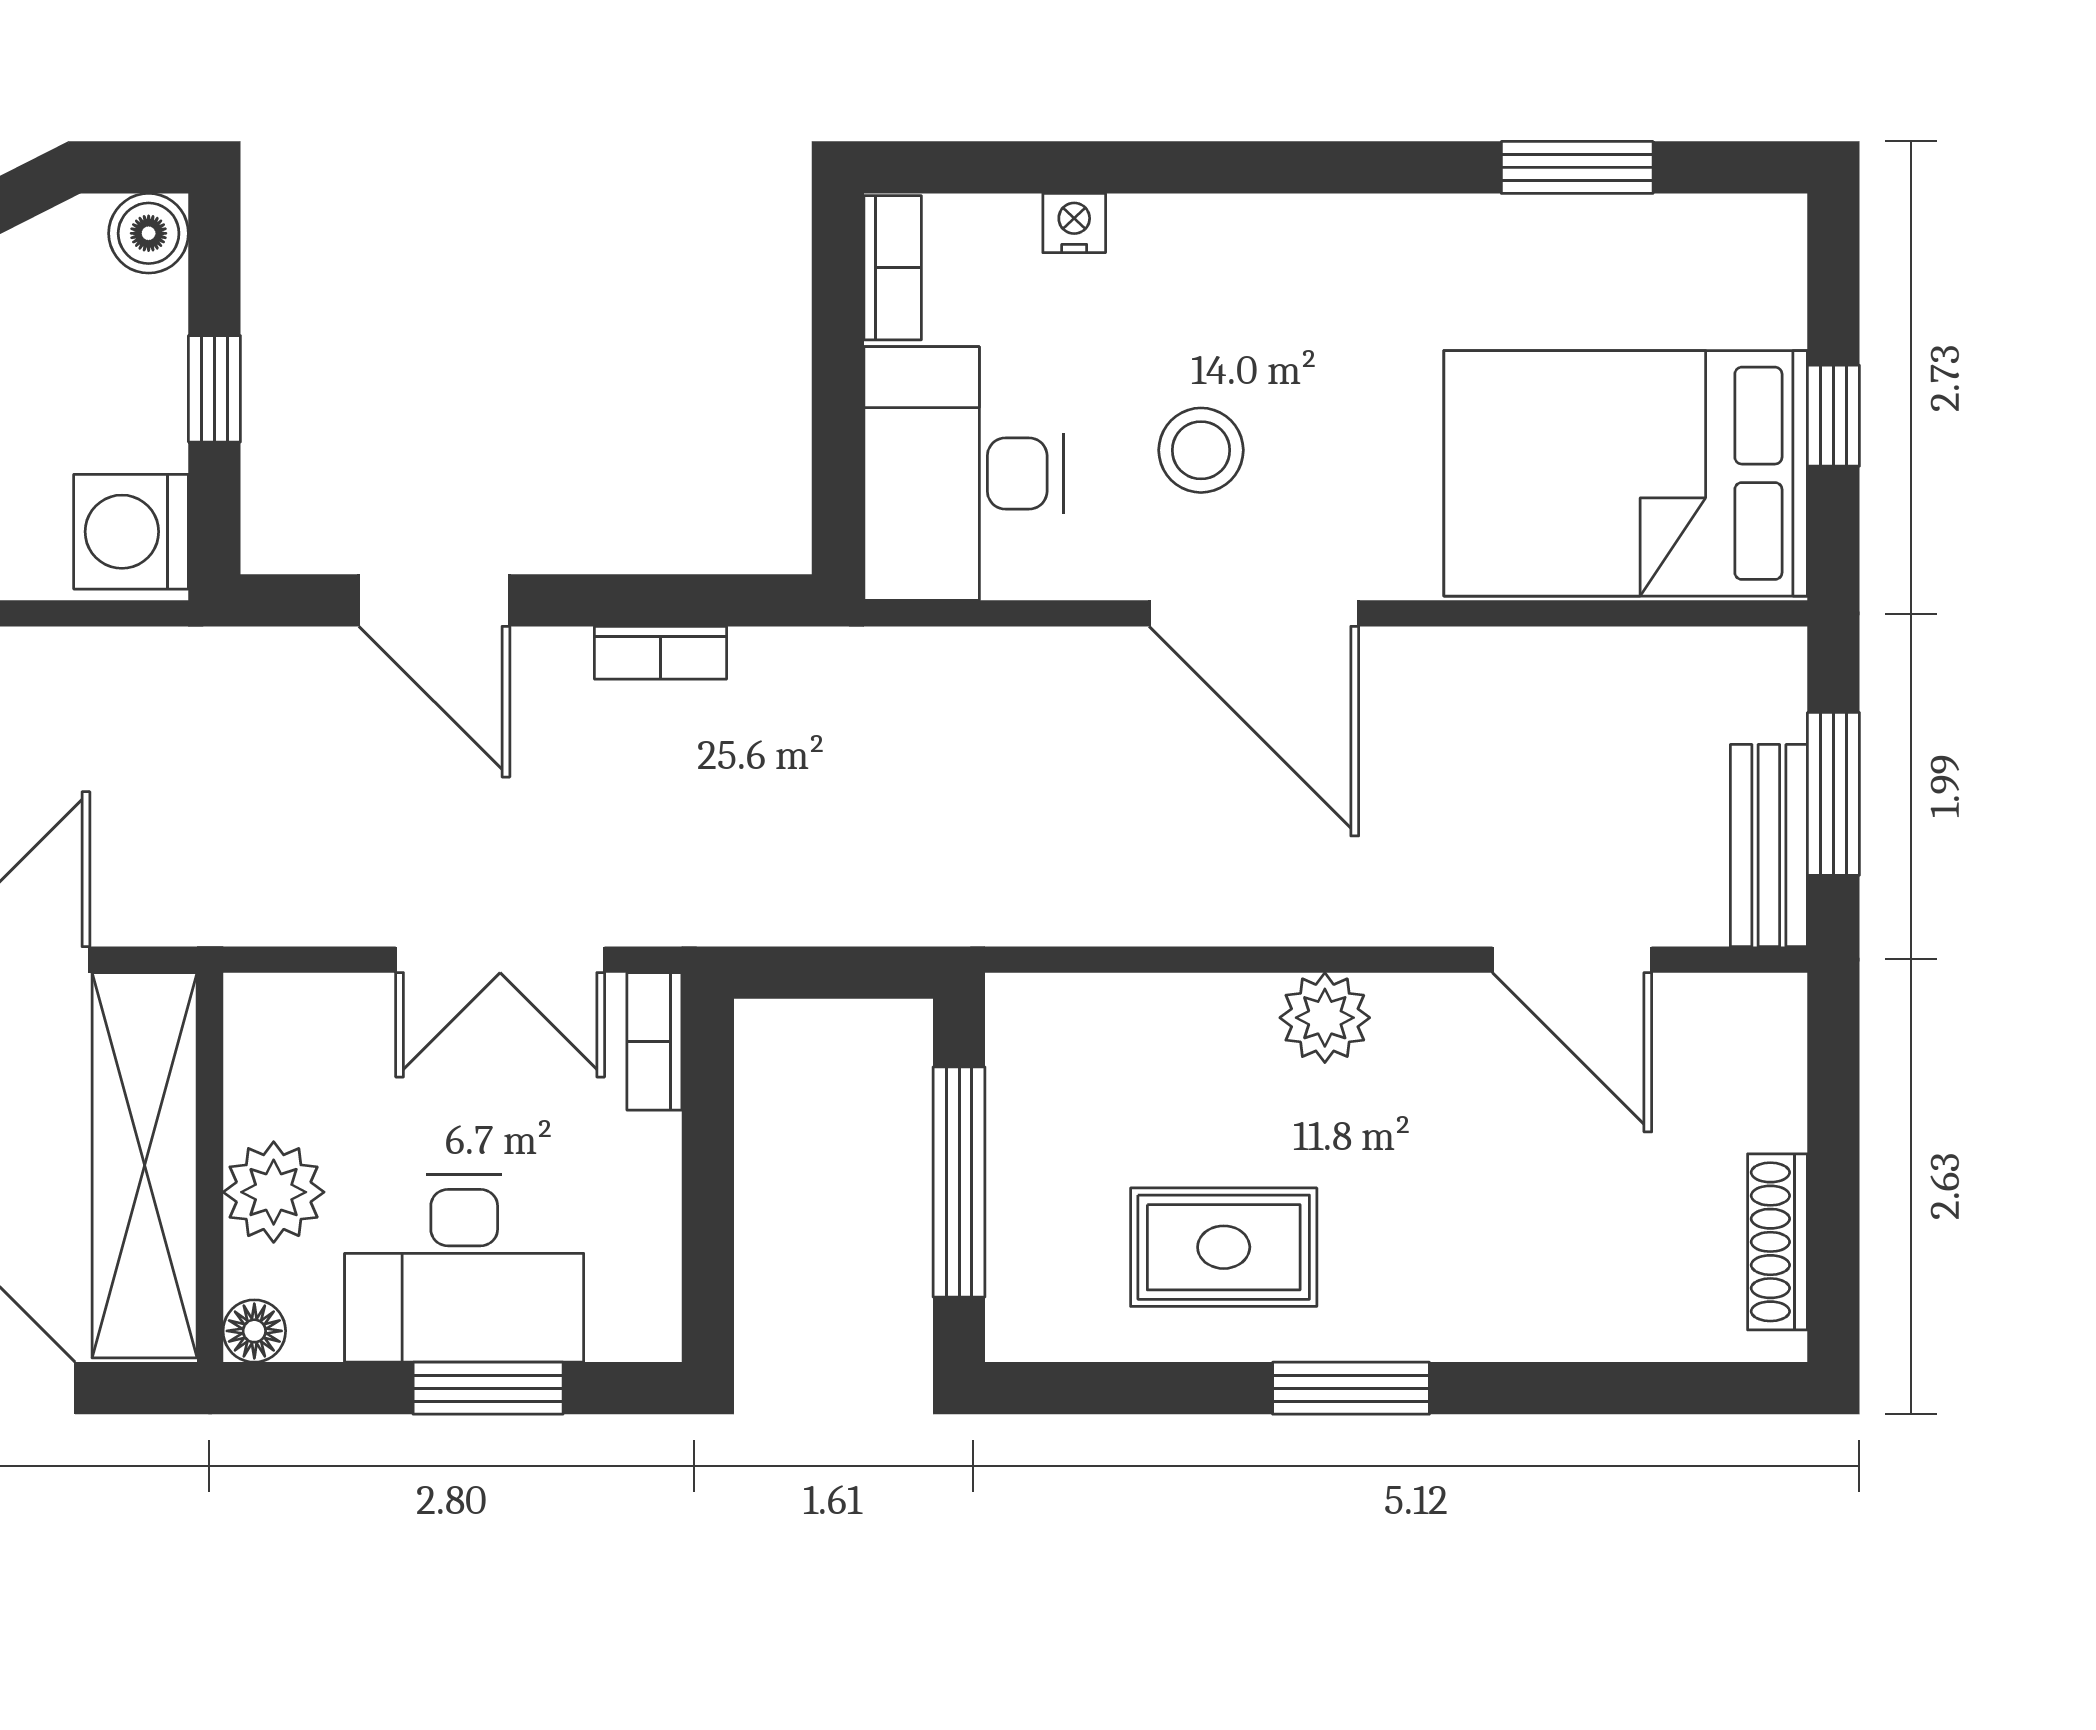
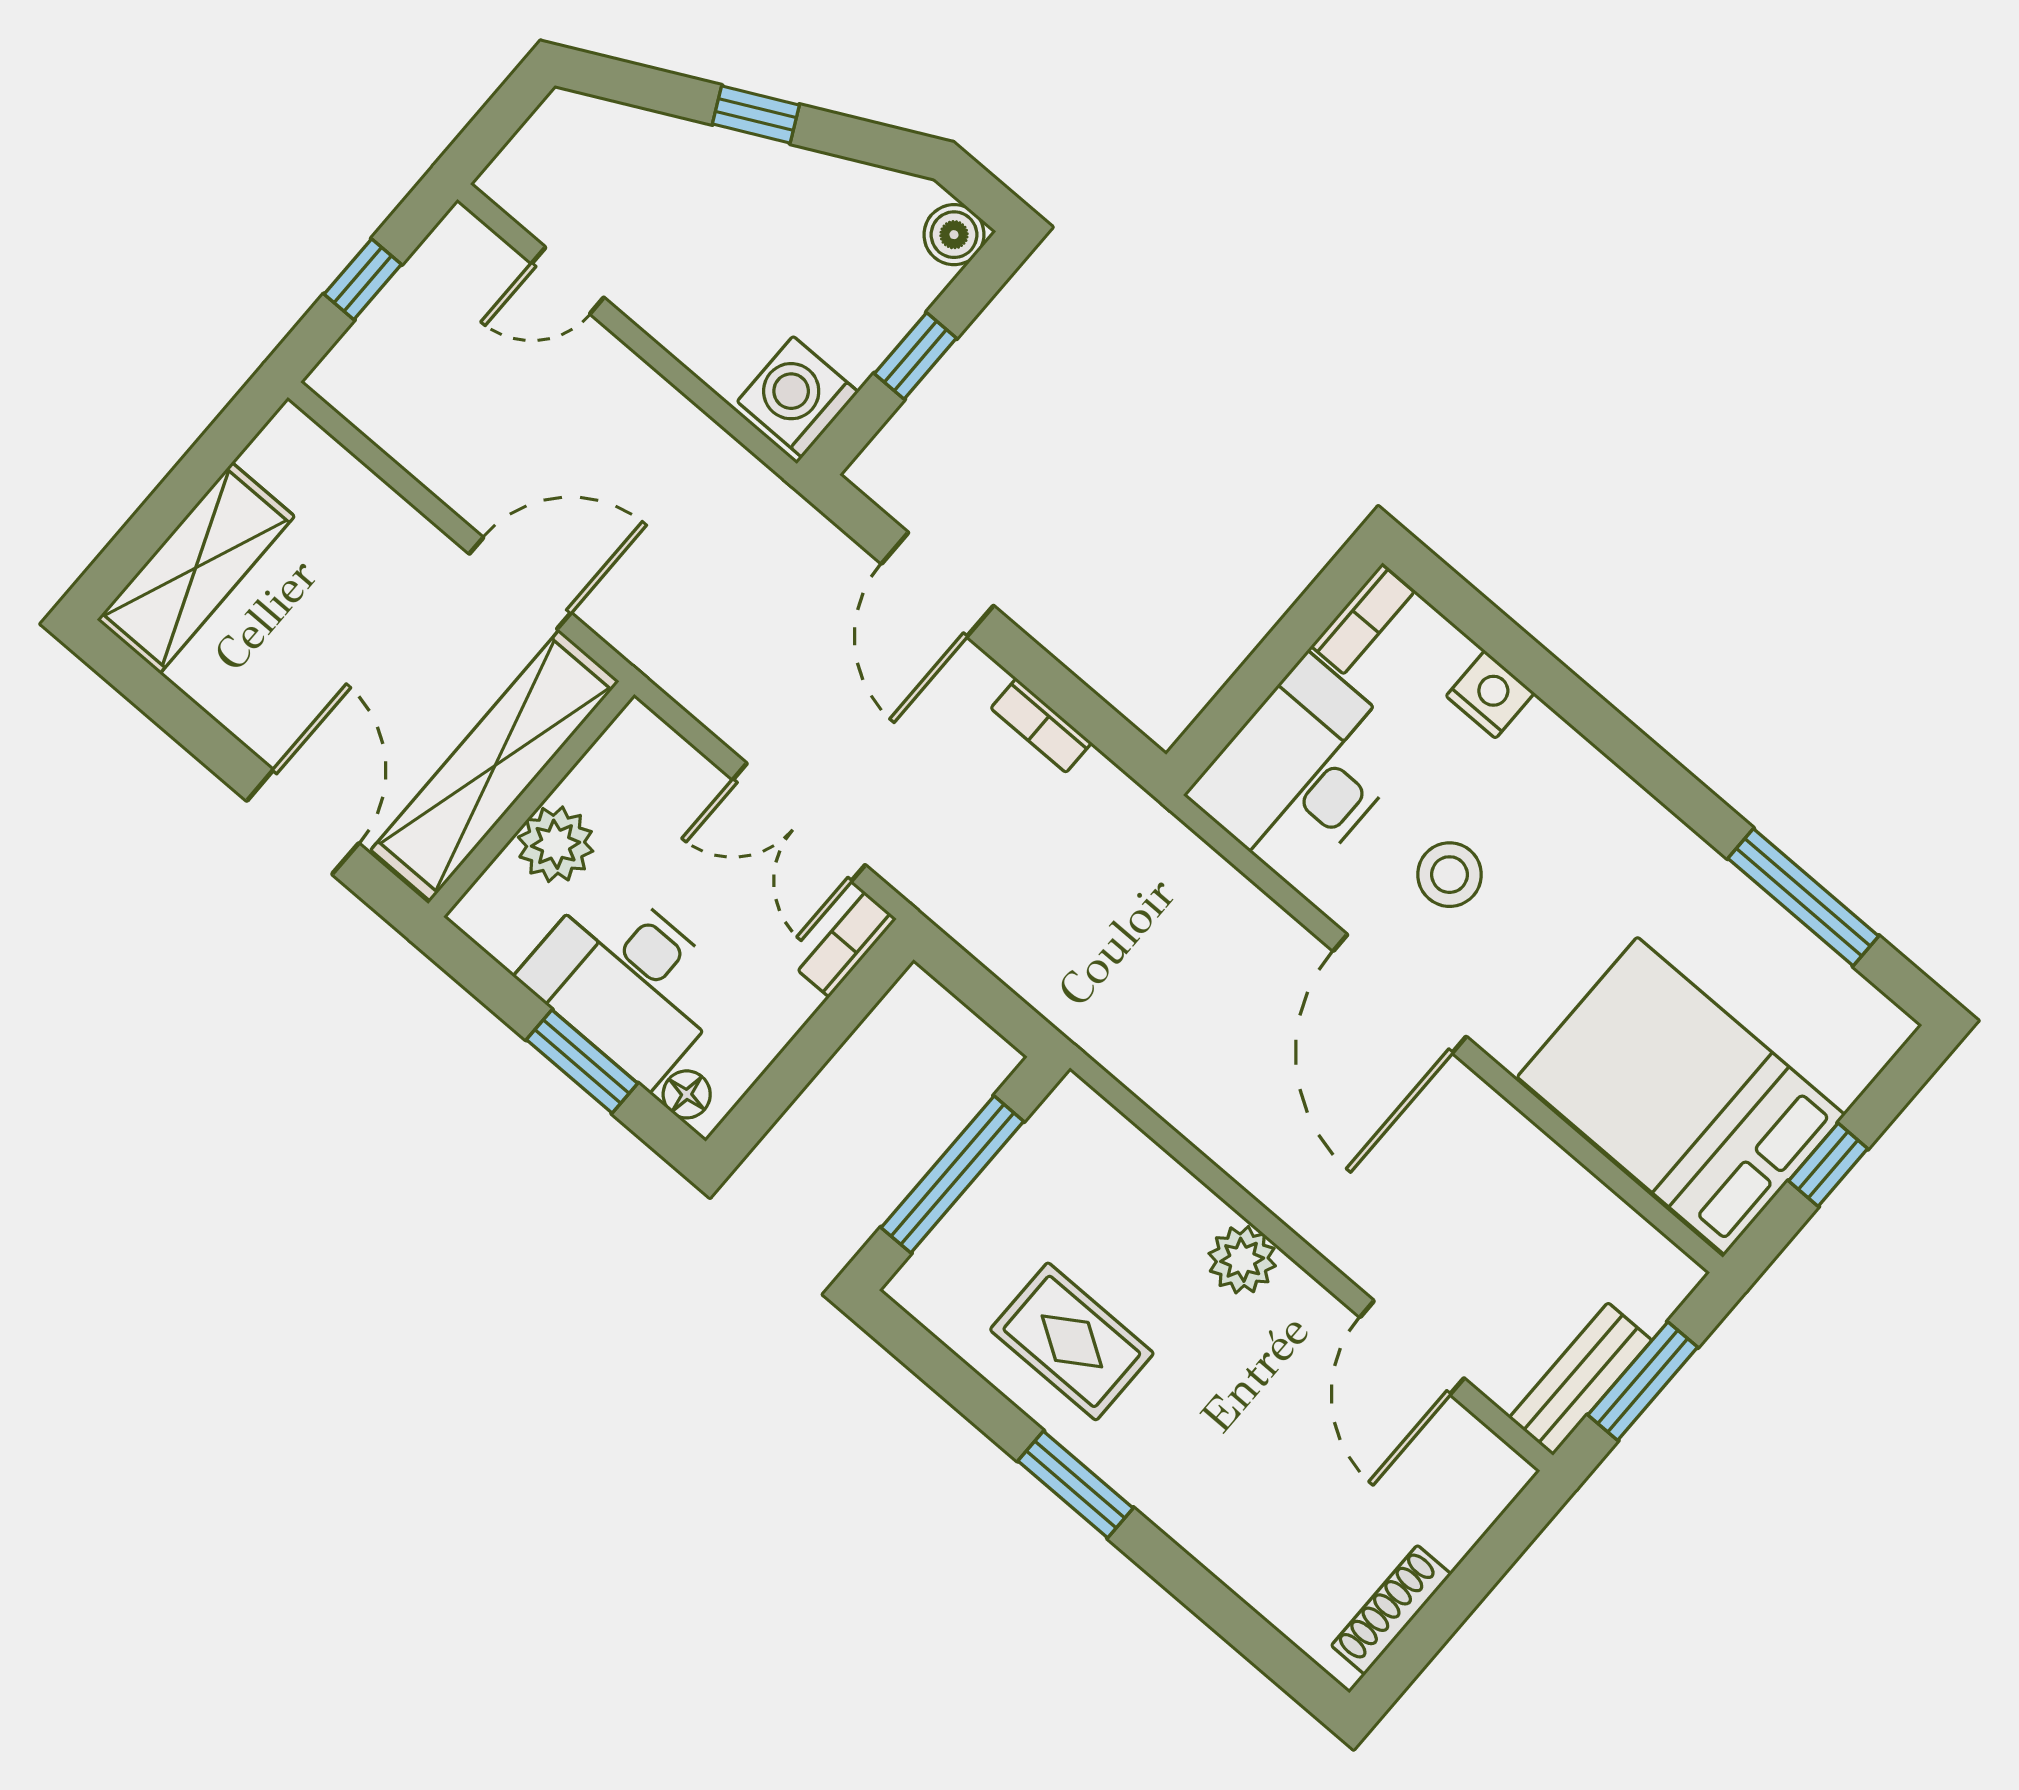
window: (1577, 167) -> (1803, 897), width x1.44
nightstand: (1074, 223) -> (1490, 694), width x1.39, depth x1.35
floor lamp: (254, 1331) -> (687, 1094), moved

